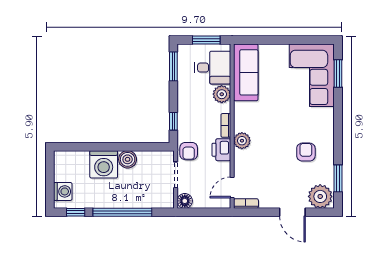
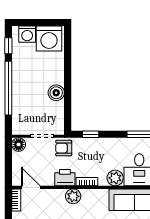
washing machine: (104, 164) -> (49, 38), moved, turned -90

